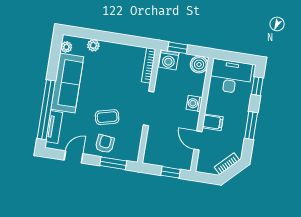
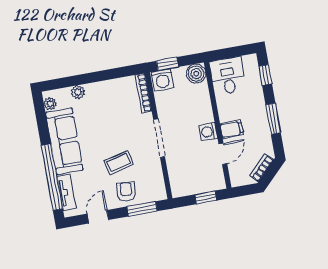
desk: (231, 77) -> (228, 76), width x0.73
washing machine: (194, 103) -> (208, 132), moved
door: (198, 140) -> (223, 154), swing flipped

